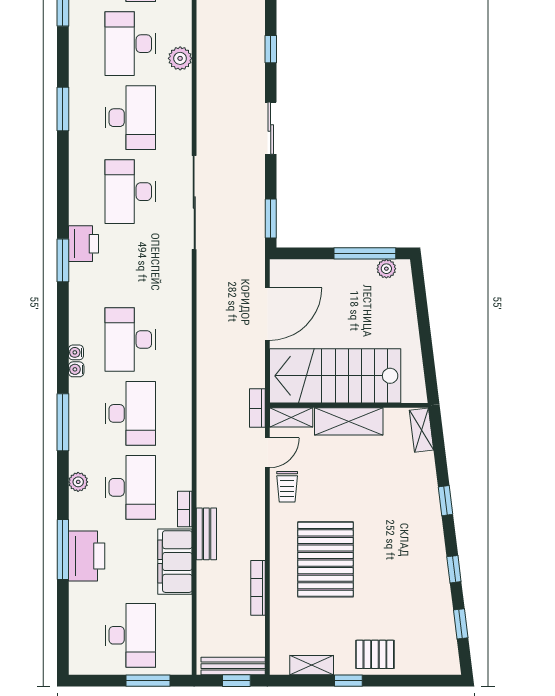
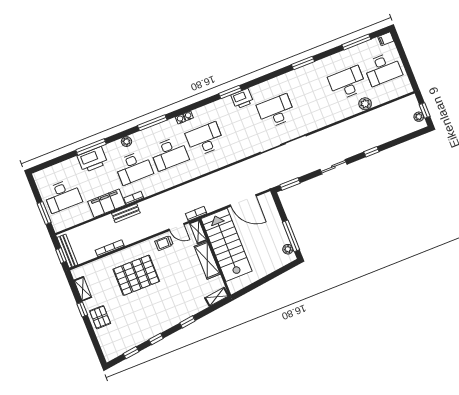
plant: (180, 58) -> (365, 104), moved
desk: (130, 118) -> (312, 97), removed

